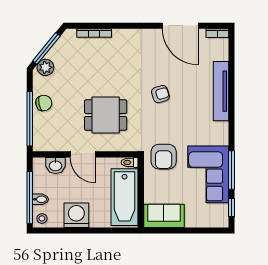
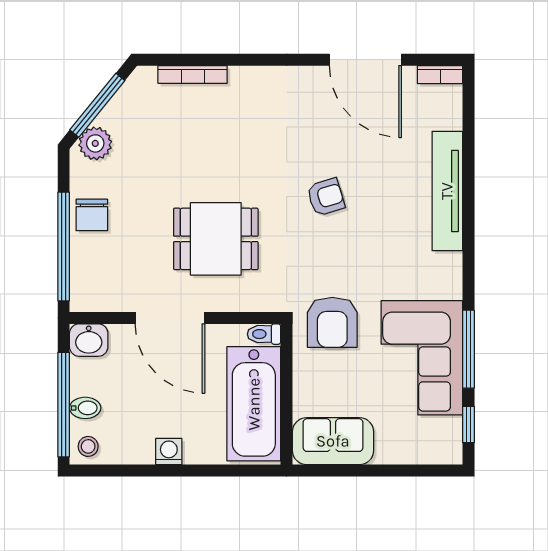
chair: (44, 103) -> (92, 215), turned 102
door: (83, 154) -> (170, 318), width x1.36
washbasin: (56, 165) -> (89, 340), moved
washing machine: (76, 215) -> (169, 452), width x0.53, depth x0.53

